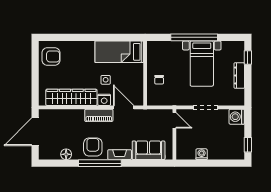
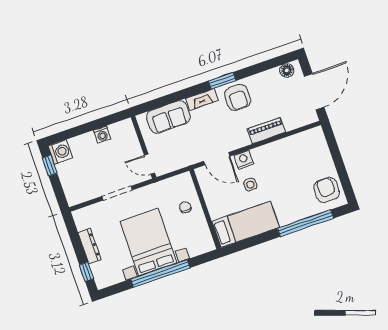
window: (75, 37) -> (306, 223), added
armchair: (51, 56) -> (327, 190), turned 90
bed with nightstands: (202, 64) -> (148, 242), width x1.36
wardrobe: (71, 97) -> (285, 149), removed
piano: (99, 115) -> (266, 131), moved
washing machine: (237, 117) -> (60, 152), moved
floor lamp: (66, 154) -> (287, 70), moved
window: (100, 163) -> (222, 81), width x0.47

